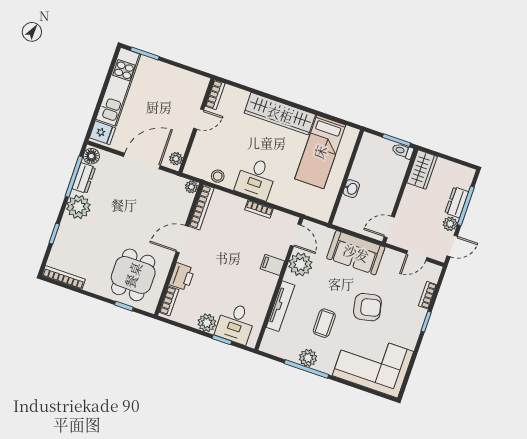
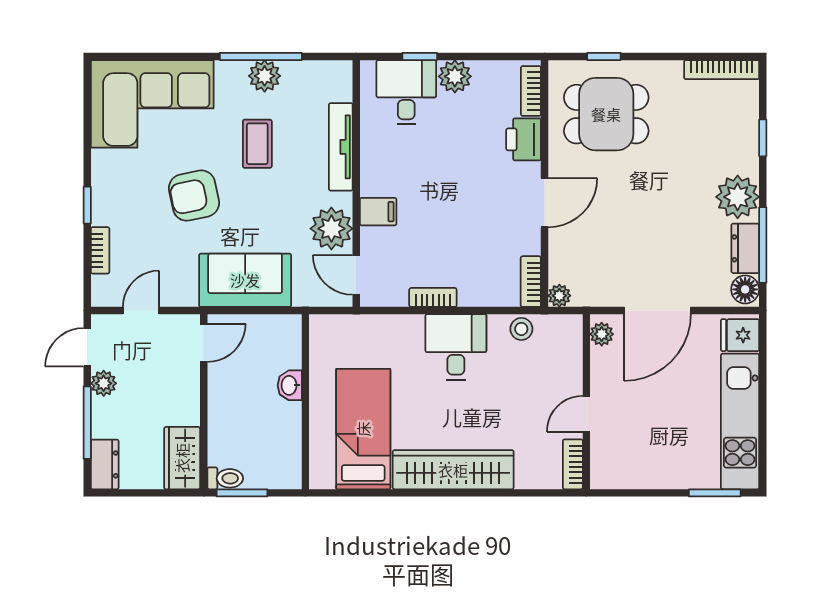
dresser: (457, 202) -> (105, 464), moved
bookcase: (201, 207) -> (531, 282), width x0.64
dining table: (133, 275) -> (606, 114), turned 90

